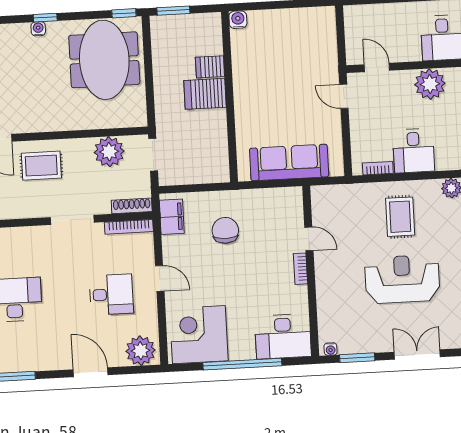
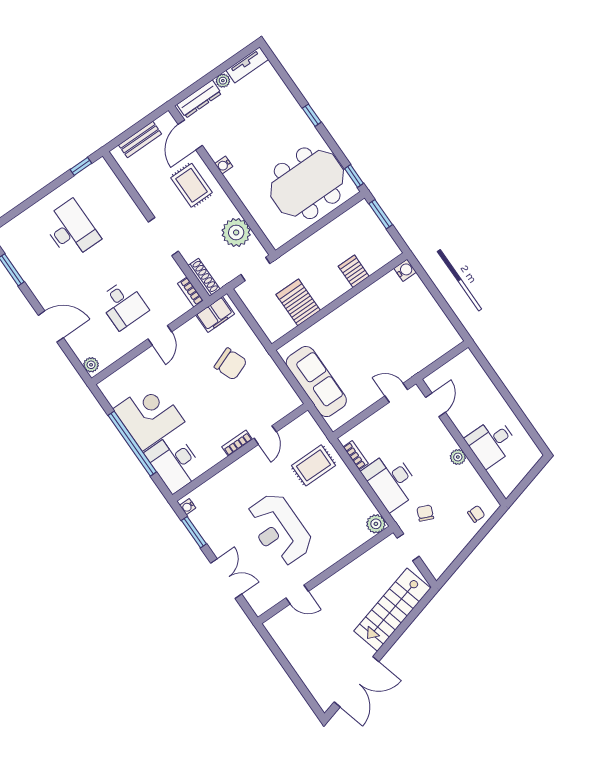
water cooler: (38, 29) -> (224, 165), moved, turned 180
plant: (430, 84) -> (458, 457), width x0.53, depth x0.53
server rack: (205, 94) -> (298, 302), moved
door: (344, 96) -> (396, 393), hinge flipped
desk: (414, 151) -> (391, 481), width x1.37
rug: (400, 217) -> (314, 465), moved
bookcase: (129, 227) -> (190, 292), width x0.64
chair: (225, 230) -> (231, 364), turned 69
reception desk: (402, 279) -> (279, 529), turned 180
corner desk: (199, 335) -> (149, 415), moved
plant: (140, 351) -> (91, 365), width x0.53, depth x0.53
door: (91, 372) -> (51, 326), hinge flipped

